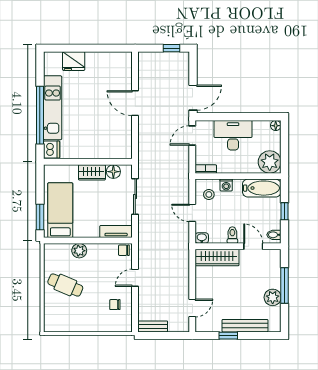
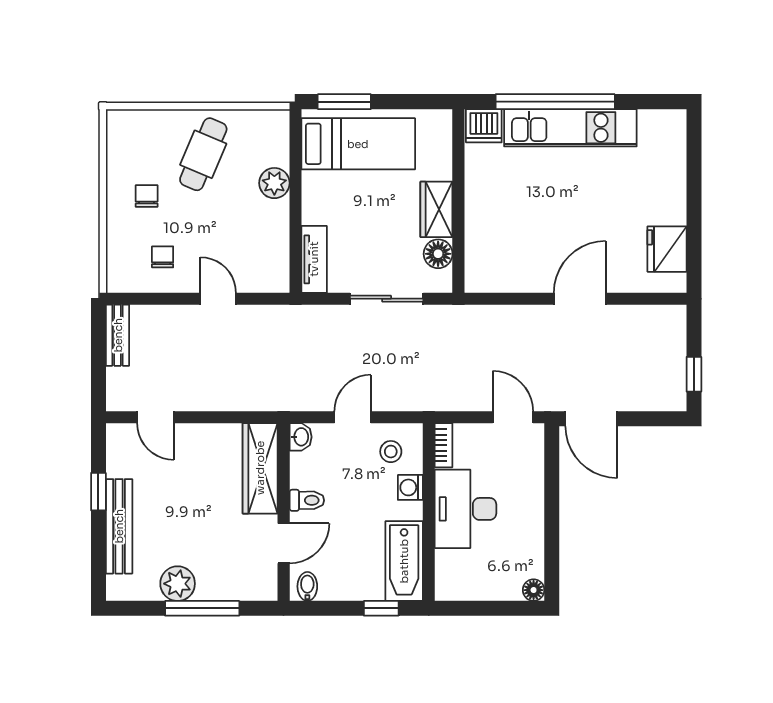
fridge: (74, 61) -> (667, 249), moved
desk: (233, 135) -> (465, 509), moved, turned 180
plant: (270, 162) -> (458, 577), removed
window: (285, 211) -> (381, 608), moved
chair: (124, 250) -> (147, 196), moved

